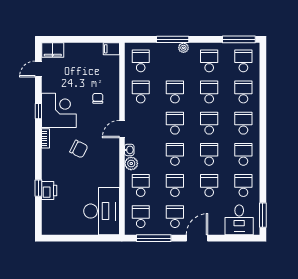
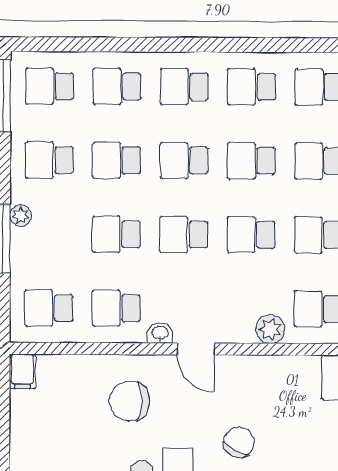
chair: (98, 98) -> (129, 401), width x1.87, depth x1.87
washbasin: (129, 150) -> (160, 333), moved

